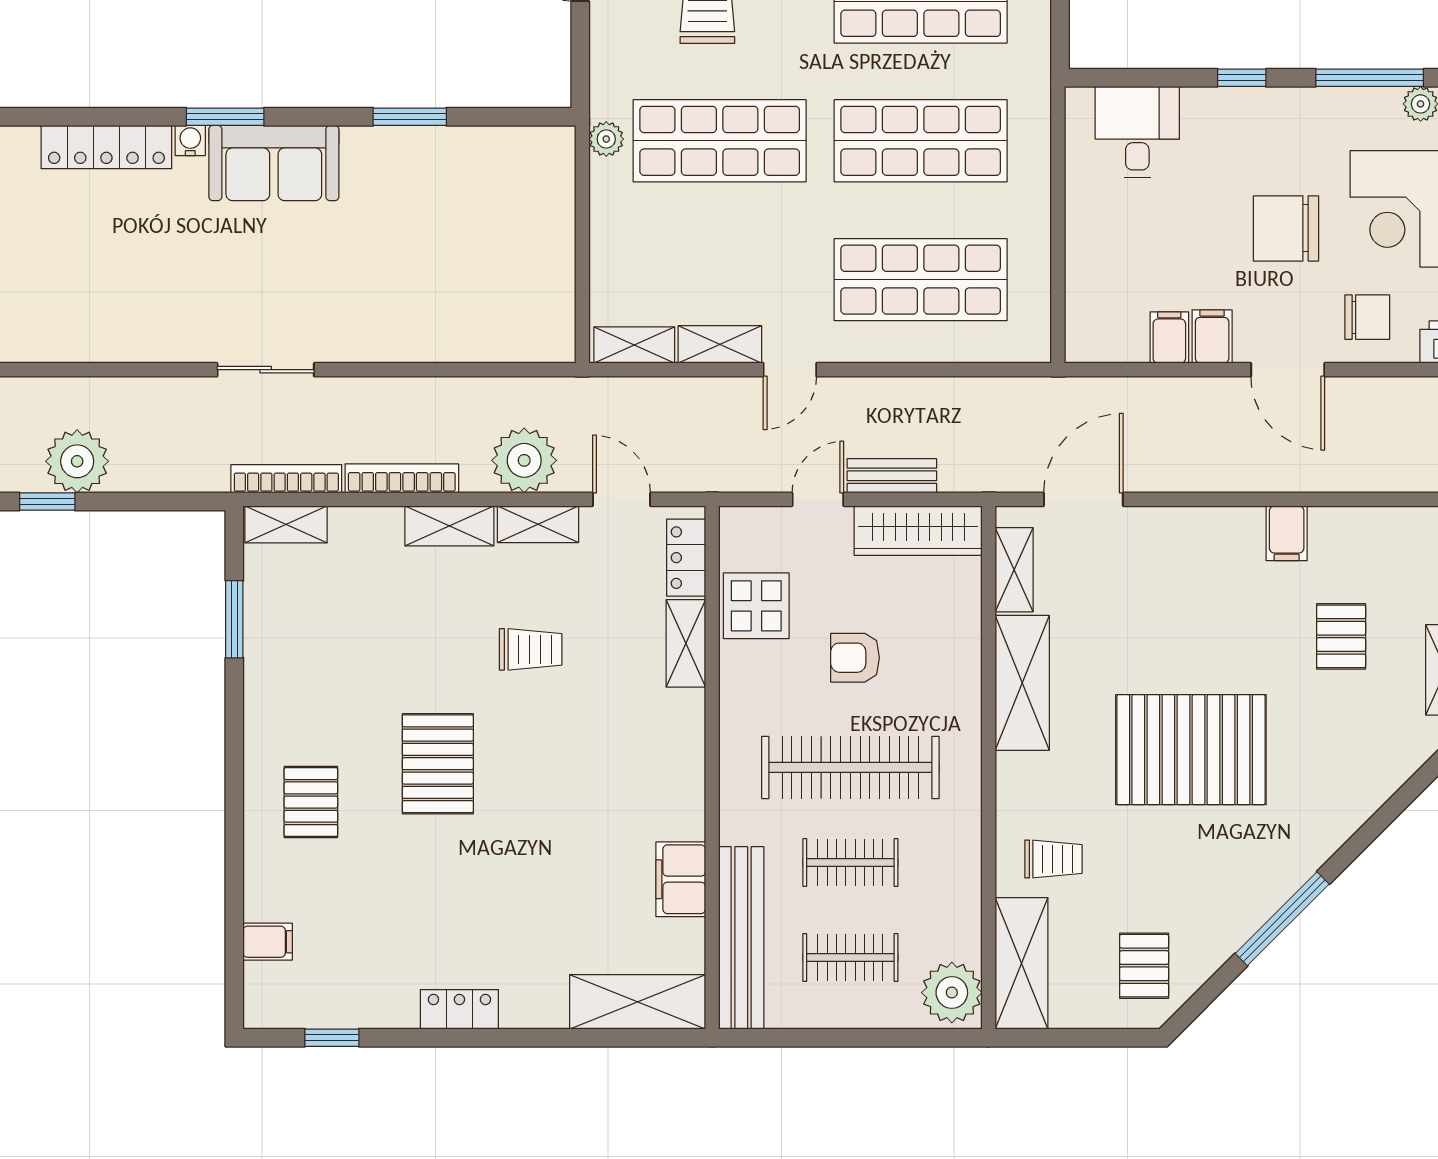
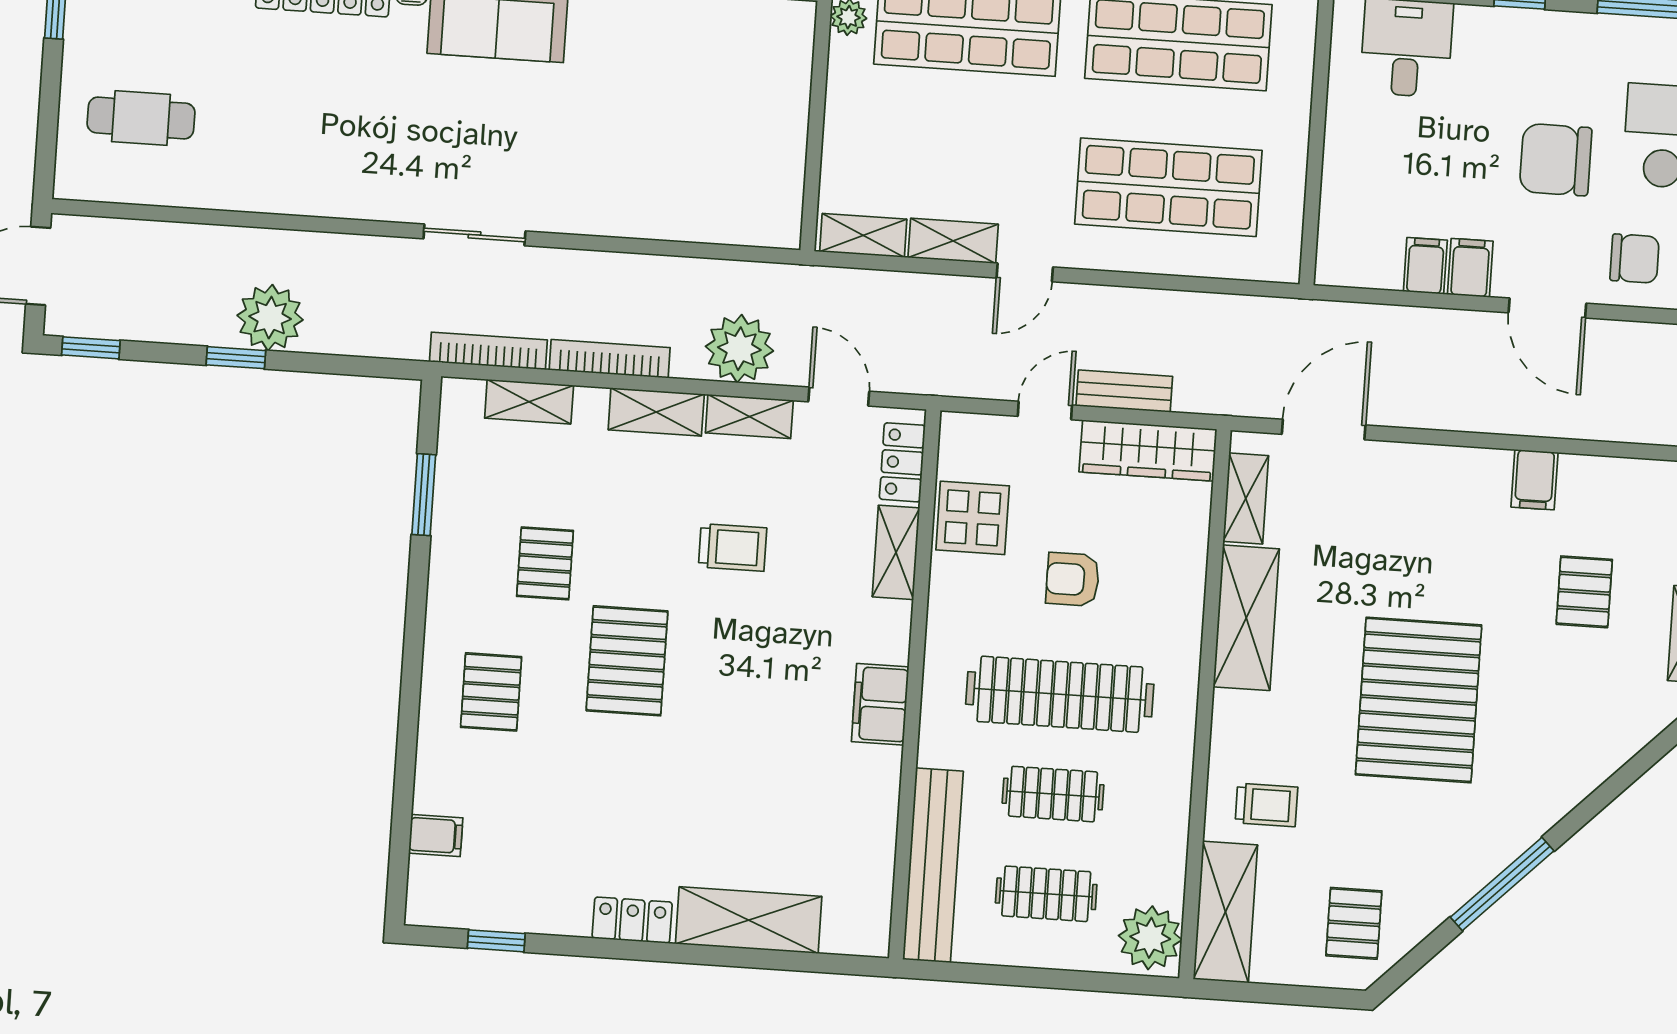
shelving: (286, 524) -> (529, 402), moved
pallet: (354, 677) -> (545, 563), added
pallet: (1191, 750) -> (1419, 700), turned 90
filing cabinet: (681, 879) -> (880, 704), moved
shelving: (638, 1002) -> (749, 920), moved

